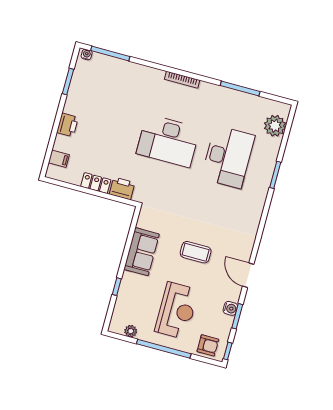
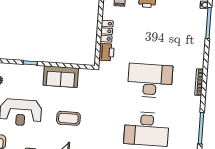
desk: (168, 141) -> (150, 81), turned 90
coffee table: (196, 252) -> (68, 118), turned 90

